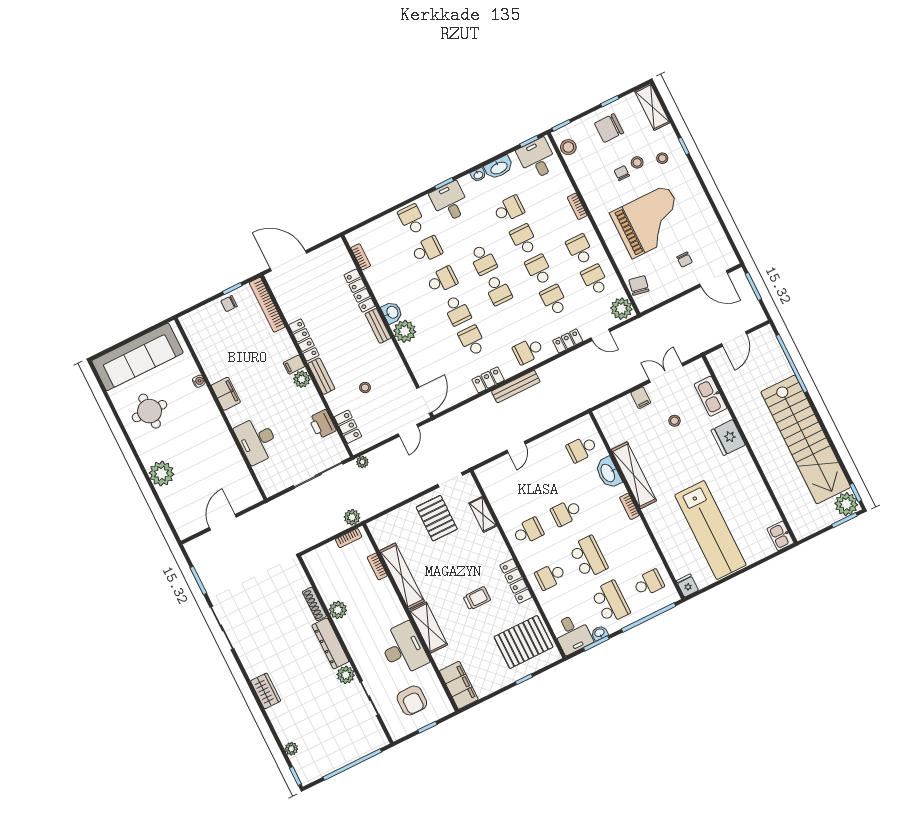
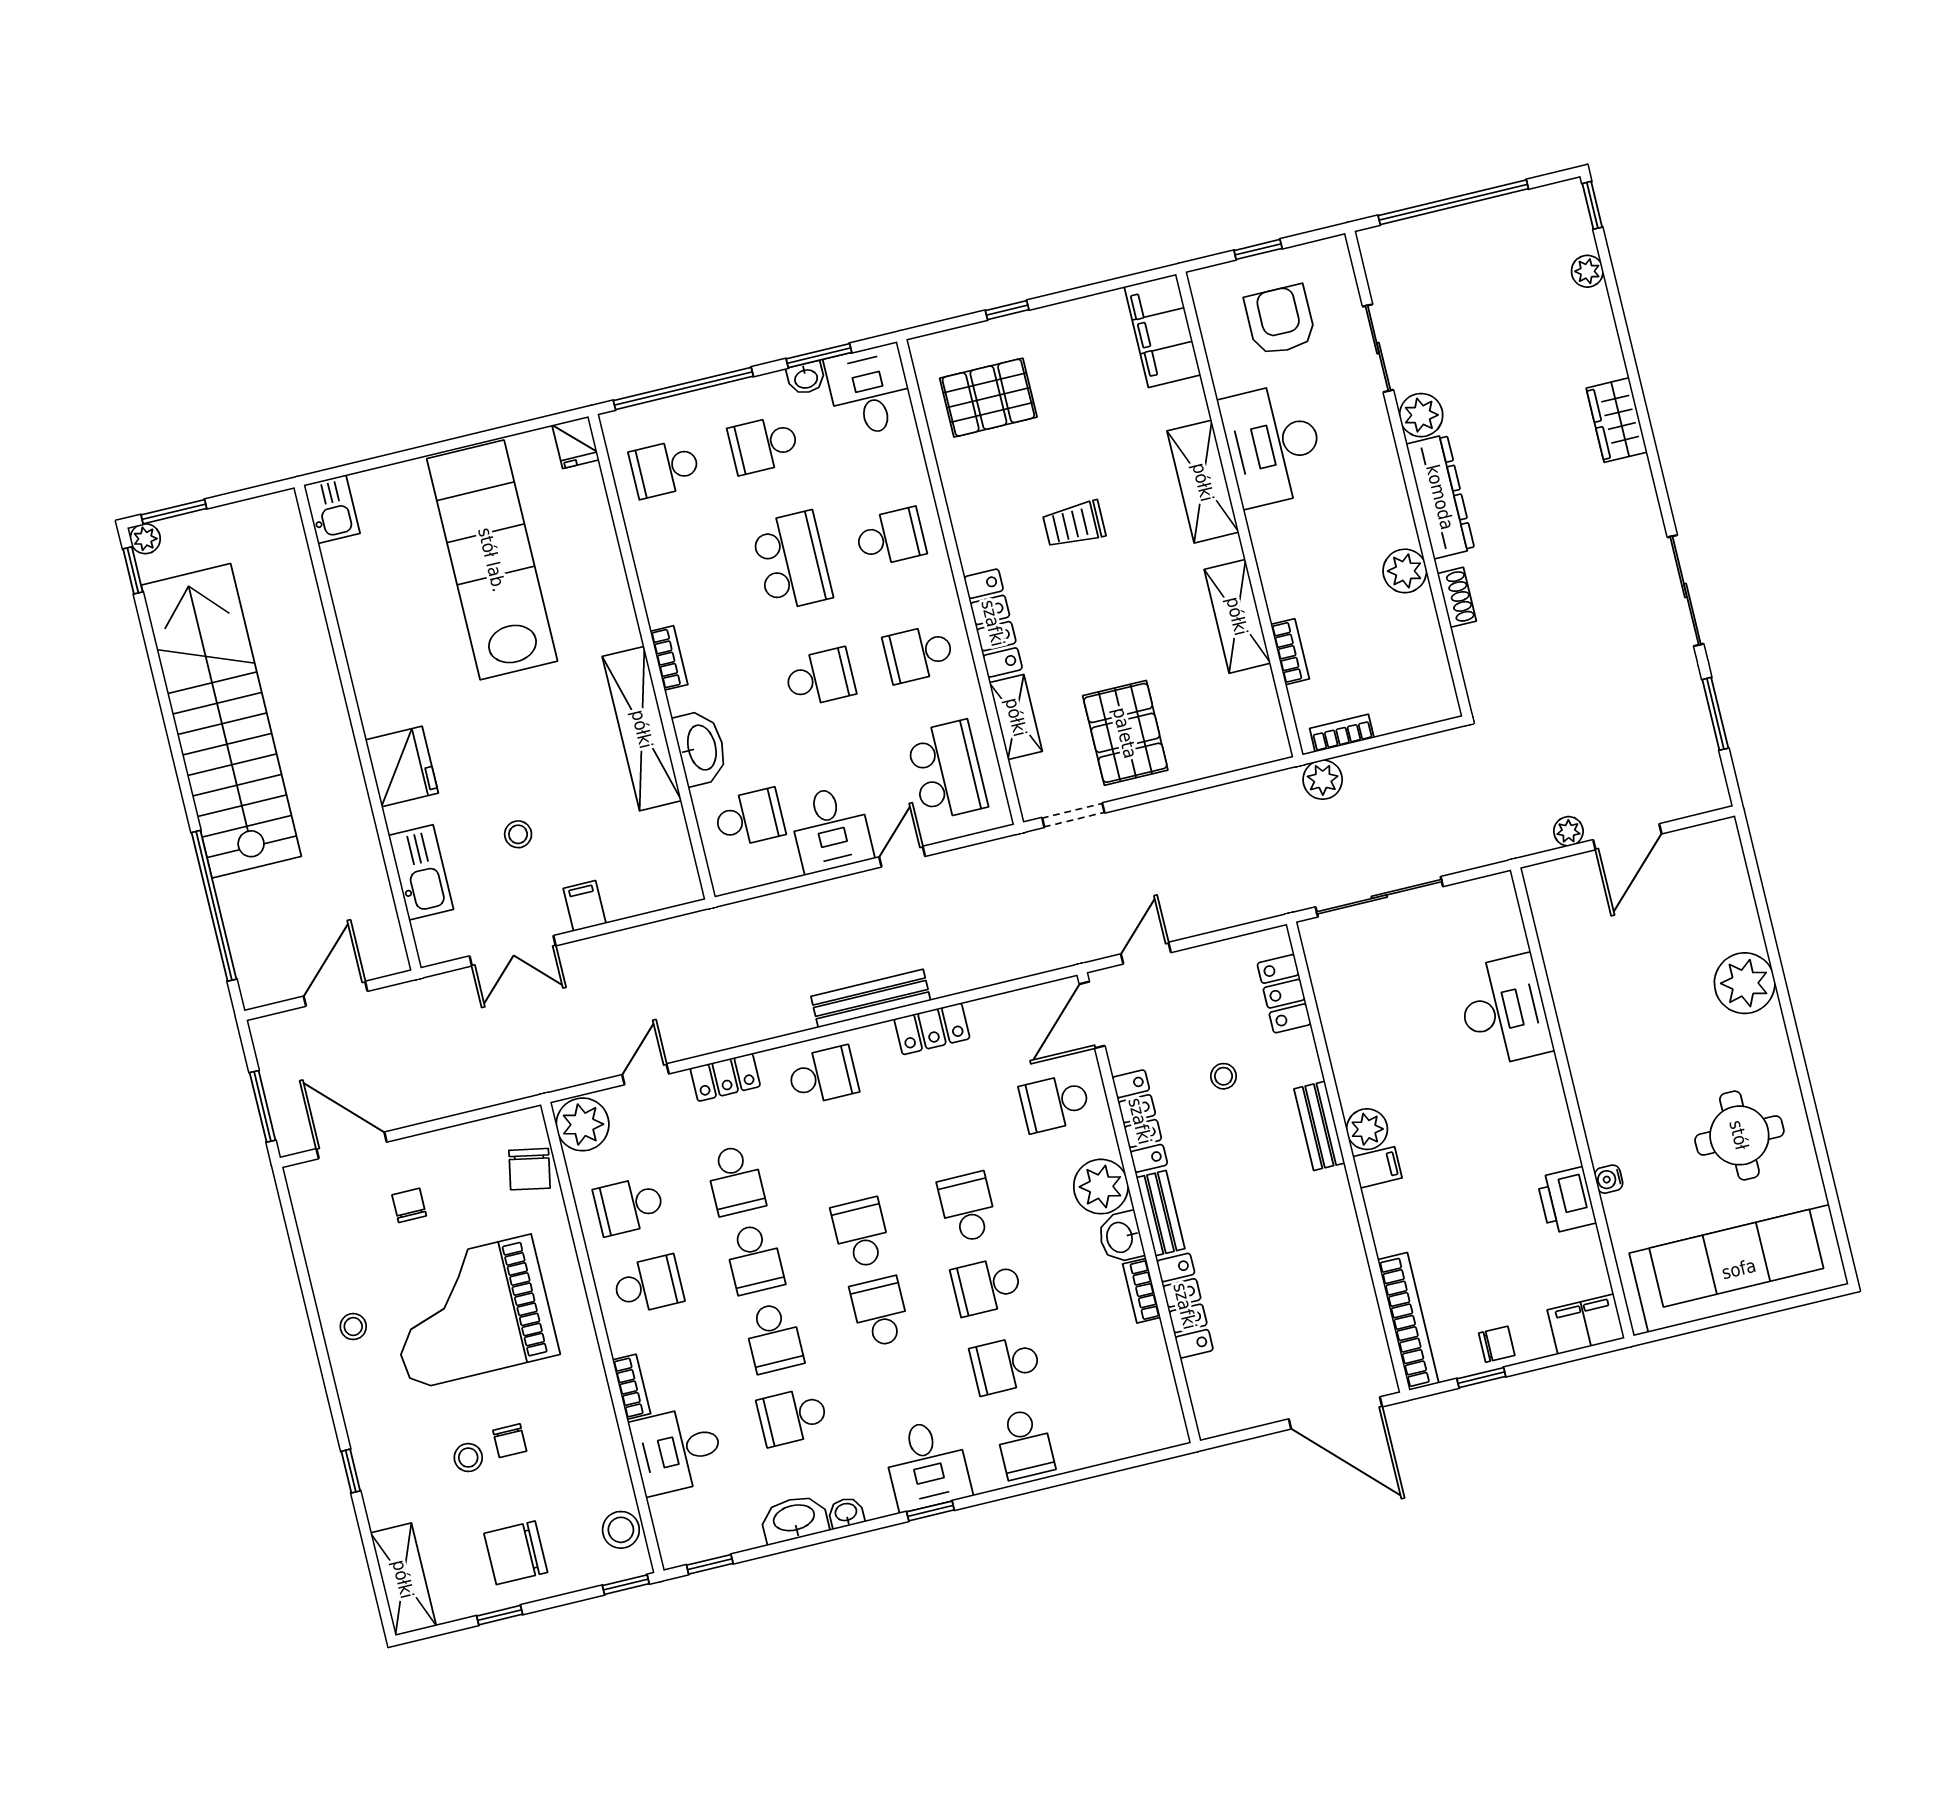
chair: (609, 128) -> (516, 1553), turned 180
stool: (662, 158) -> (353, 1327), moved
desk: (537, 159) -> (677, 1450), moved, turned 90
school desk: (580, 249) -> (648, 1285), turned -90
bookcase: (361, 257) -> (1142, 1291), moved
school desk: (595, 280) -> (629, 1206), turned 90
door: (600, 335) -> (645, 1074), hinge flipped
locker: (304, 340) -> (1140, 1121), moved, turned 180
school desk: (472, 341) -> (1055, 1103), moved, turned 90
filing cabinet: (226, 394) -> (1586, 1324), moved, turned 90
printer: (322, 424) -> (1566, 1200), moved, turned 180
desk: (548, 452) -> (831, 829), added
plant: (362, 462) -> (1568, 831), moved
school desk: (506, 486) -> (947, 770), added
plant: (846, 504) -> (145, 539), width x0.53, depth x0.53
school desk: (588, 557) -> (792, 561), turned 180
shelving: (402, 576) -> (1237, 616), width x0.68
locker: (516, 581) -> (993, 623), moved
school desk: (611, 602) -> (764, 445), width x0.54
shoe rack: (314, 604) -> (1457, 597), width x0.70
pallet: (523, 642) -> (988, 398), width x0.73, depth x0.71

